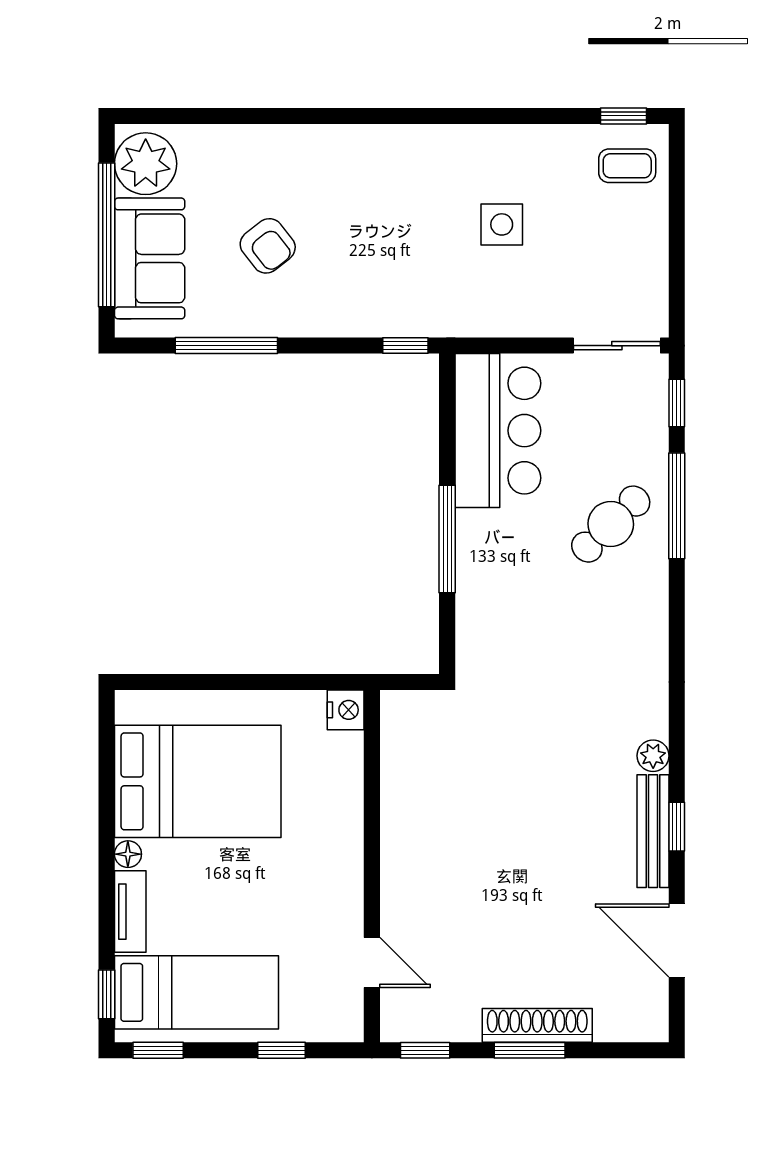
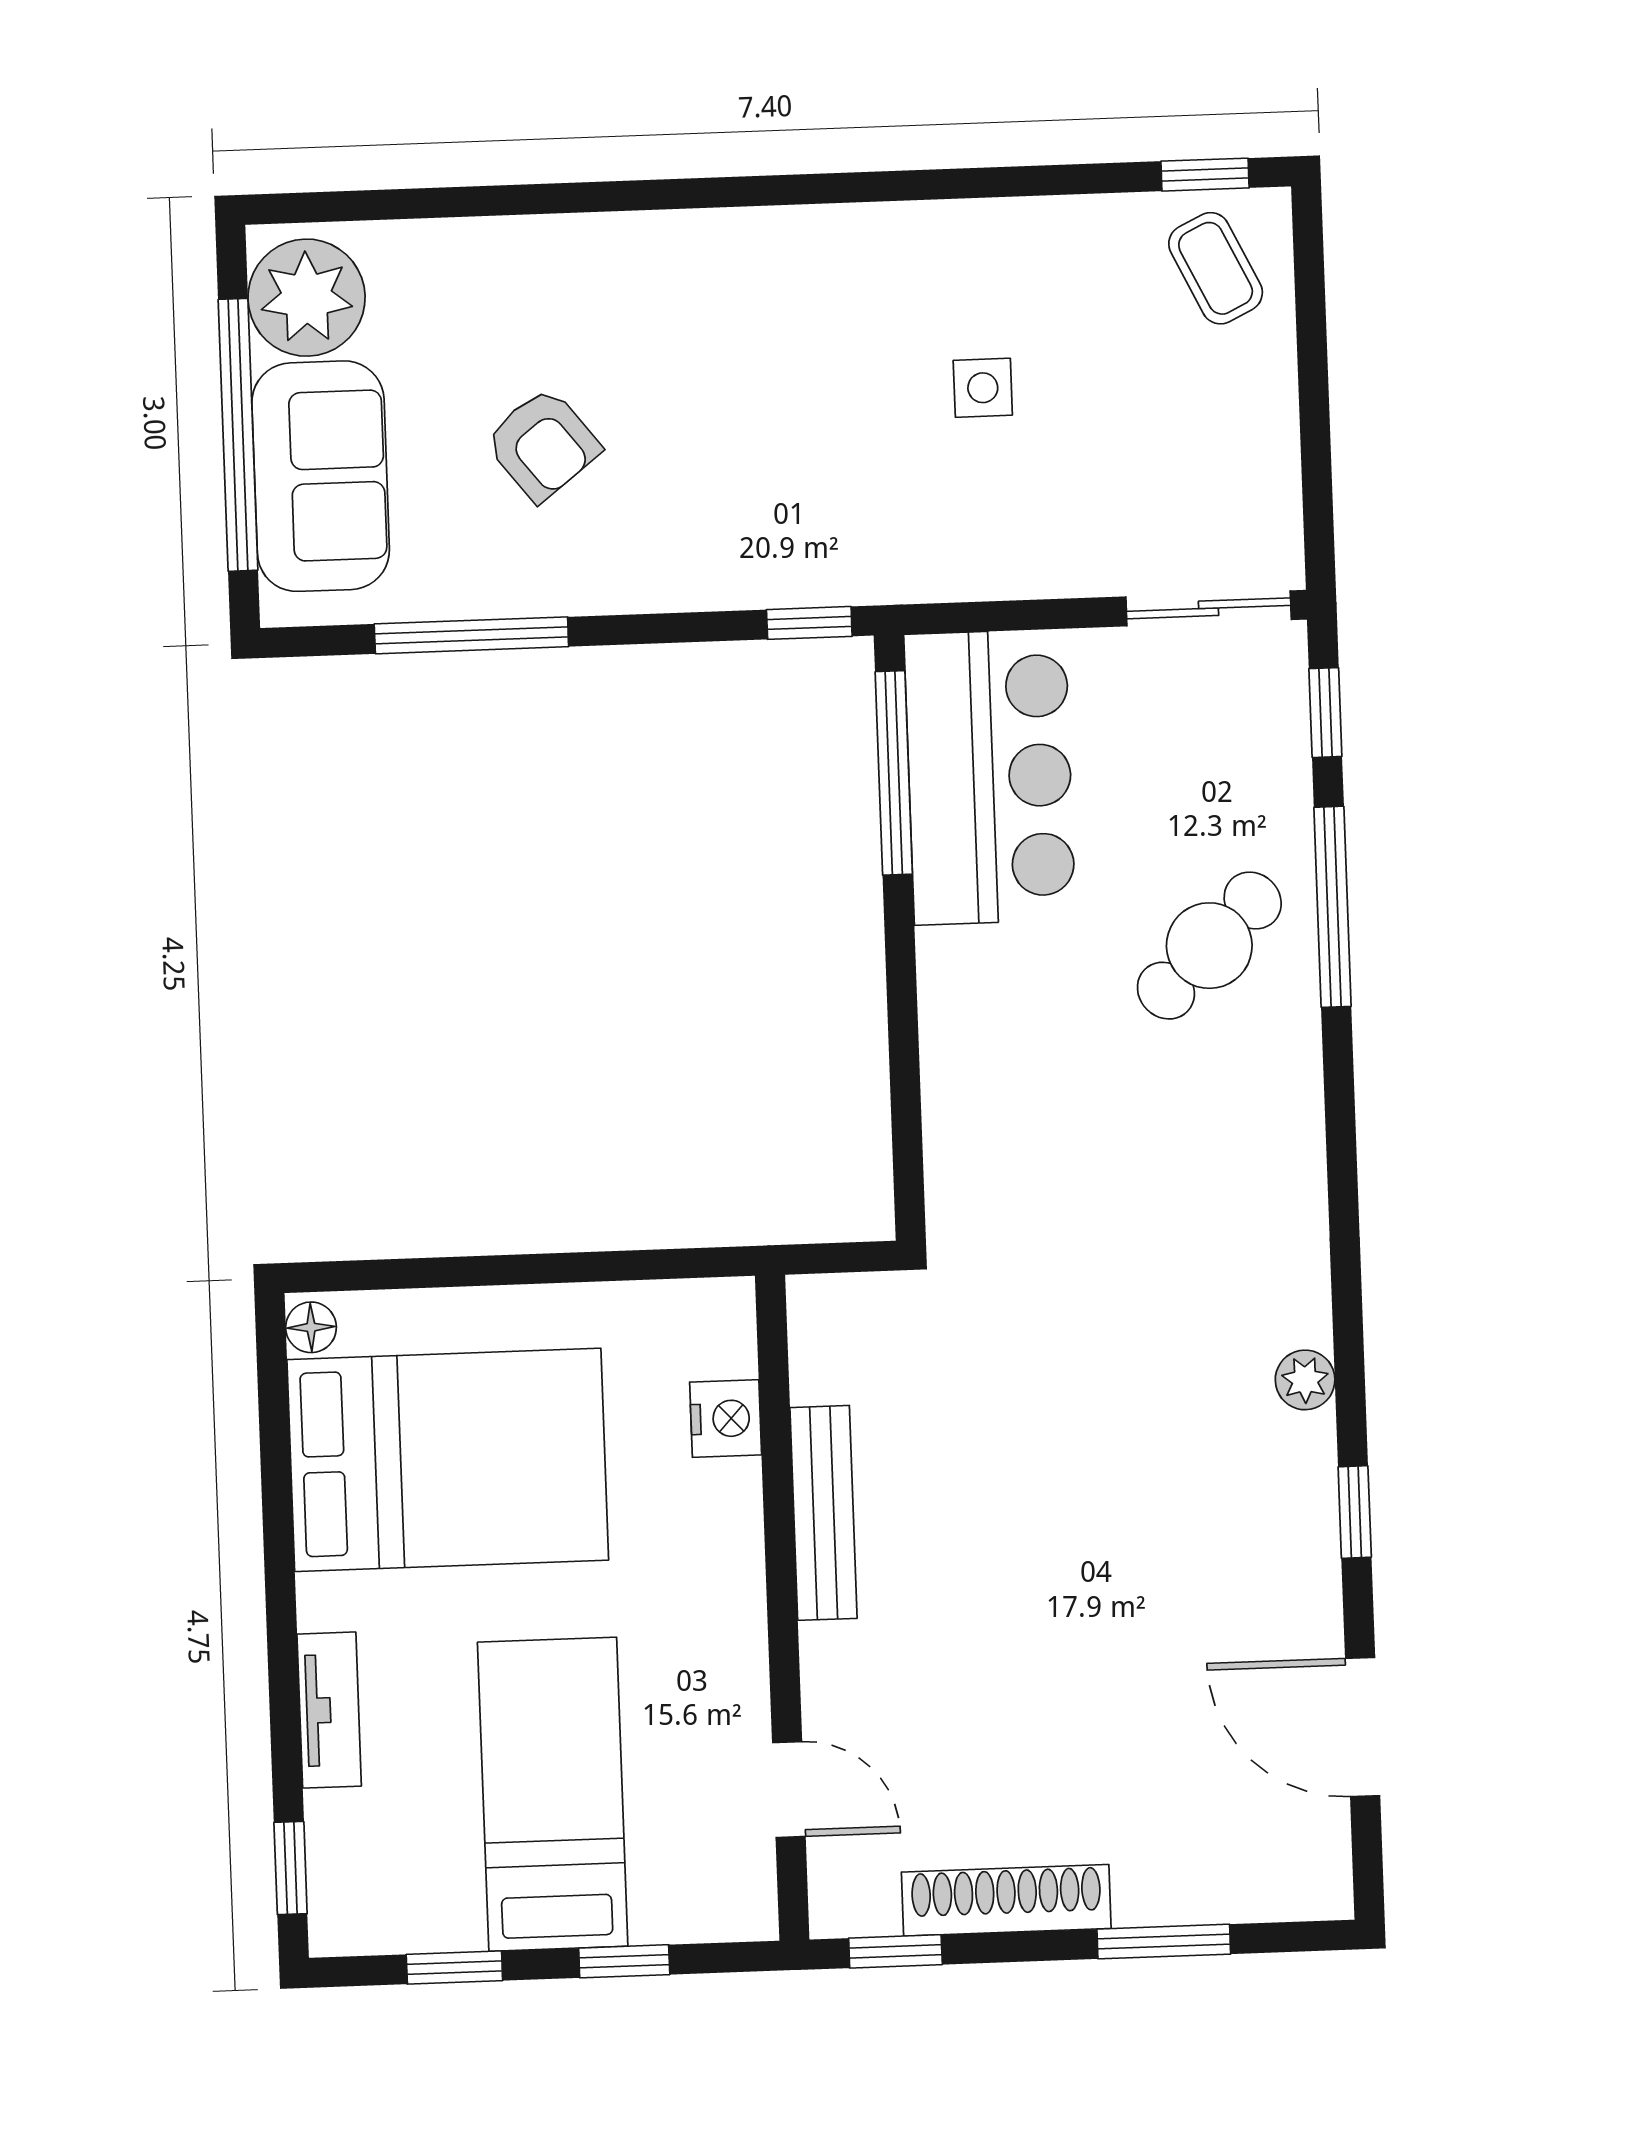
coffee table: (627, 166) -> (1216, 268), turned 64
side table: (502, 224) -> (983, 388), width x0.73, depth x0.73
window: (447, 539) -> (894, 773), moved
nightstand: (346, 710) -> (726, 1418), moved
bench: (653, 831) -> (824, 1513), moved
floor lamp: (128, 854) -> (311, 1327), moved
bed: (196, 992) -> (553, 1794), moved, turned -90
shoe rack: (537, 1025) -> (1006, 1900), moved
window: (158, 1050) -> (454, 1968), moved
window: (530, 1050) -> (1164, 1942), moved

